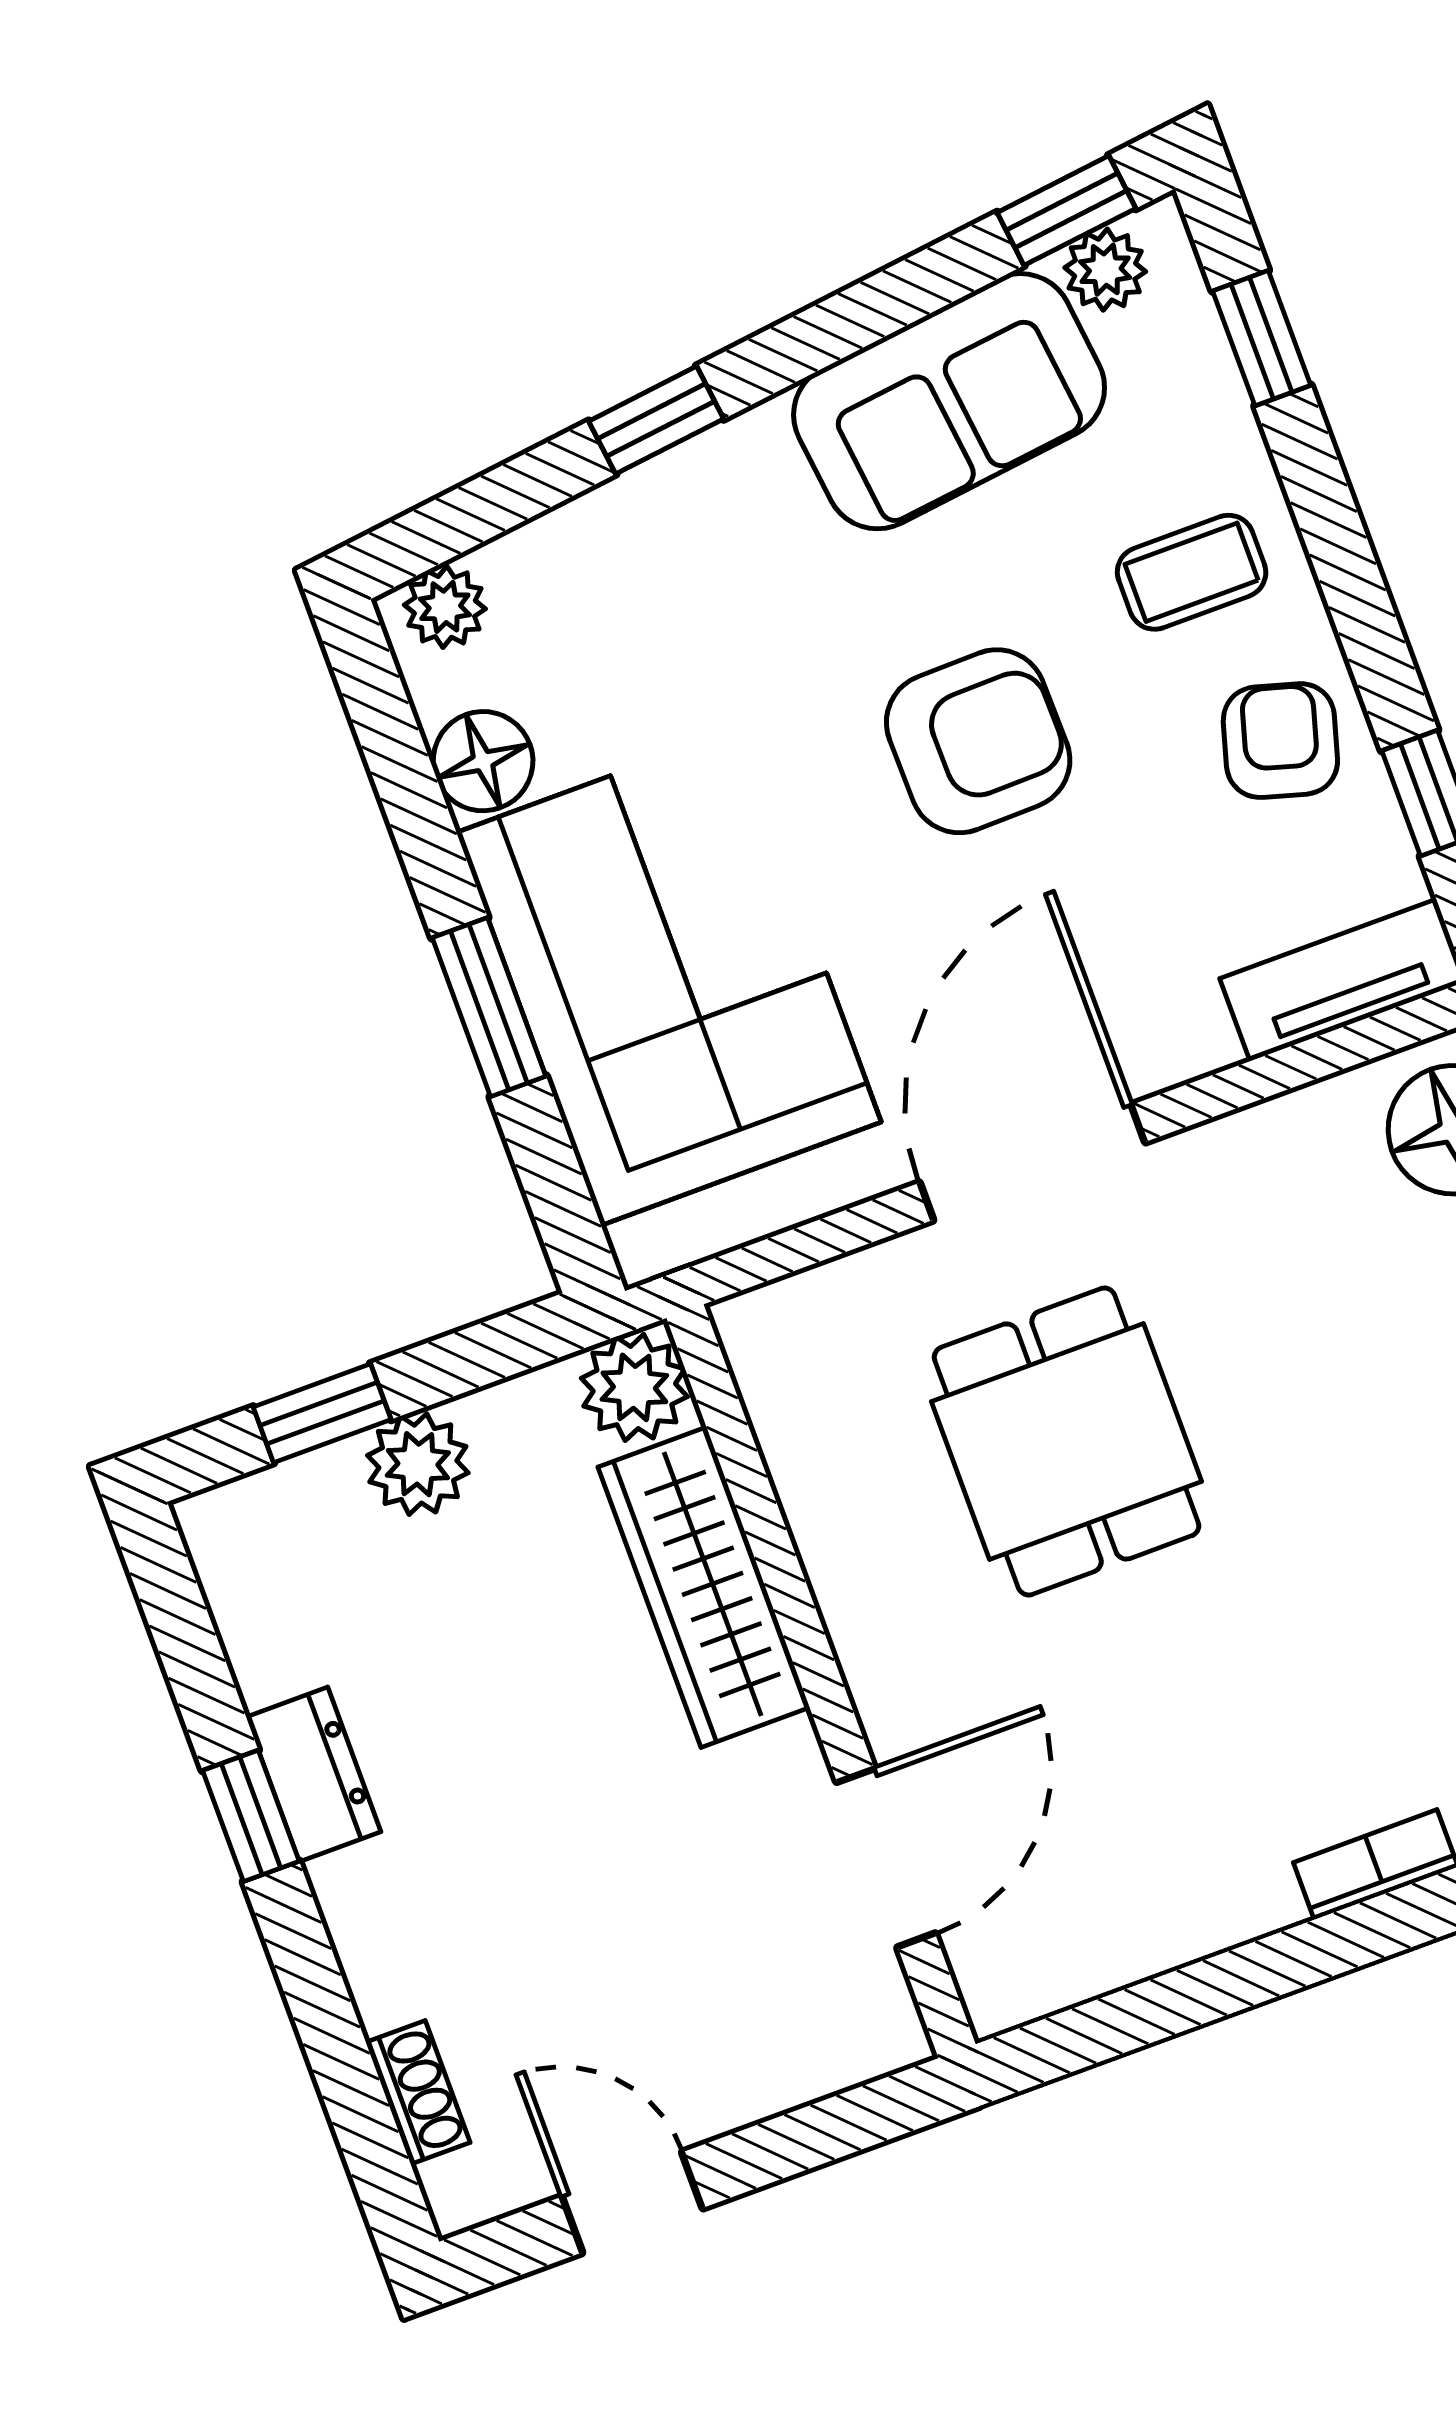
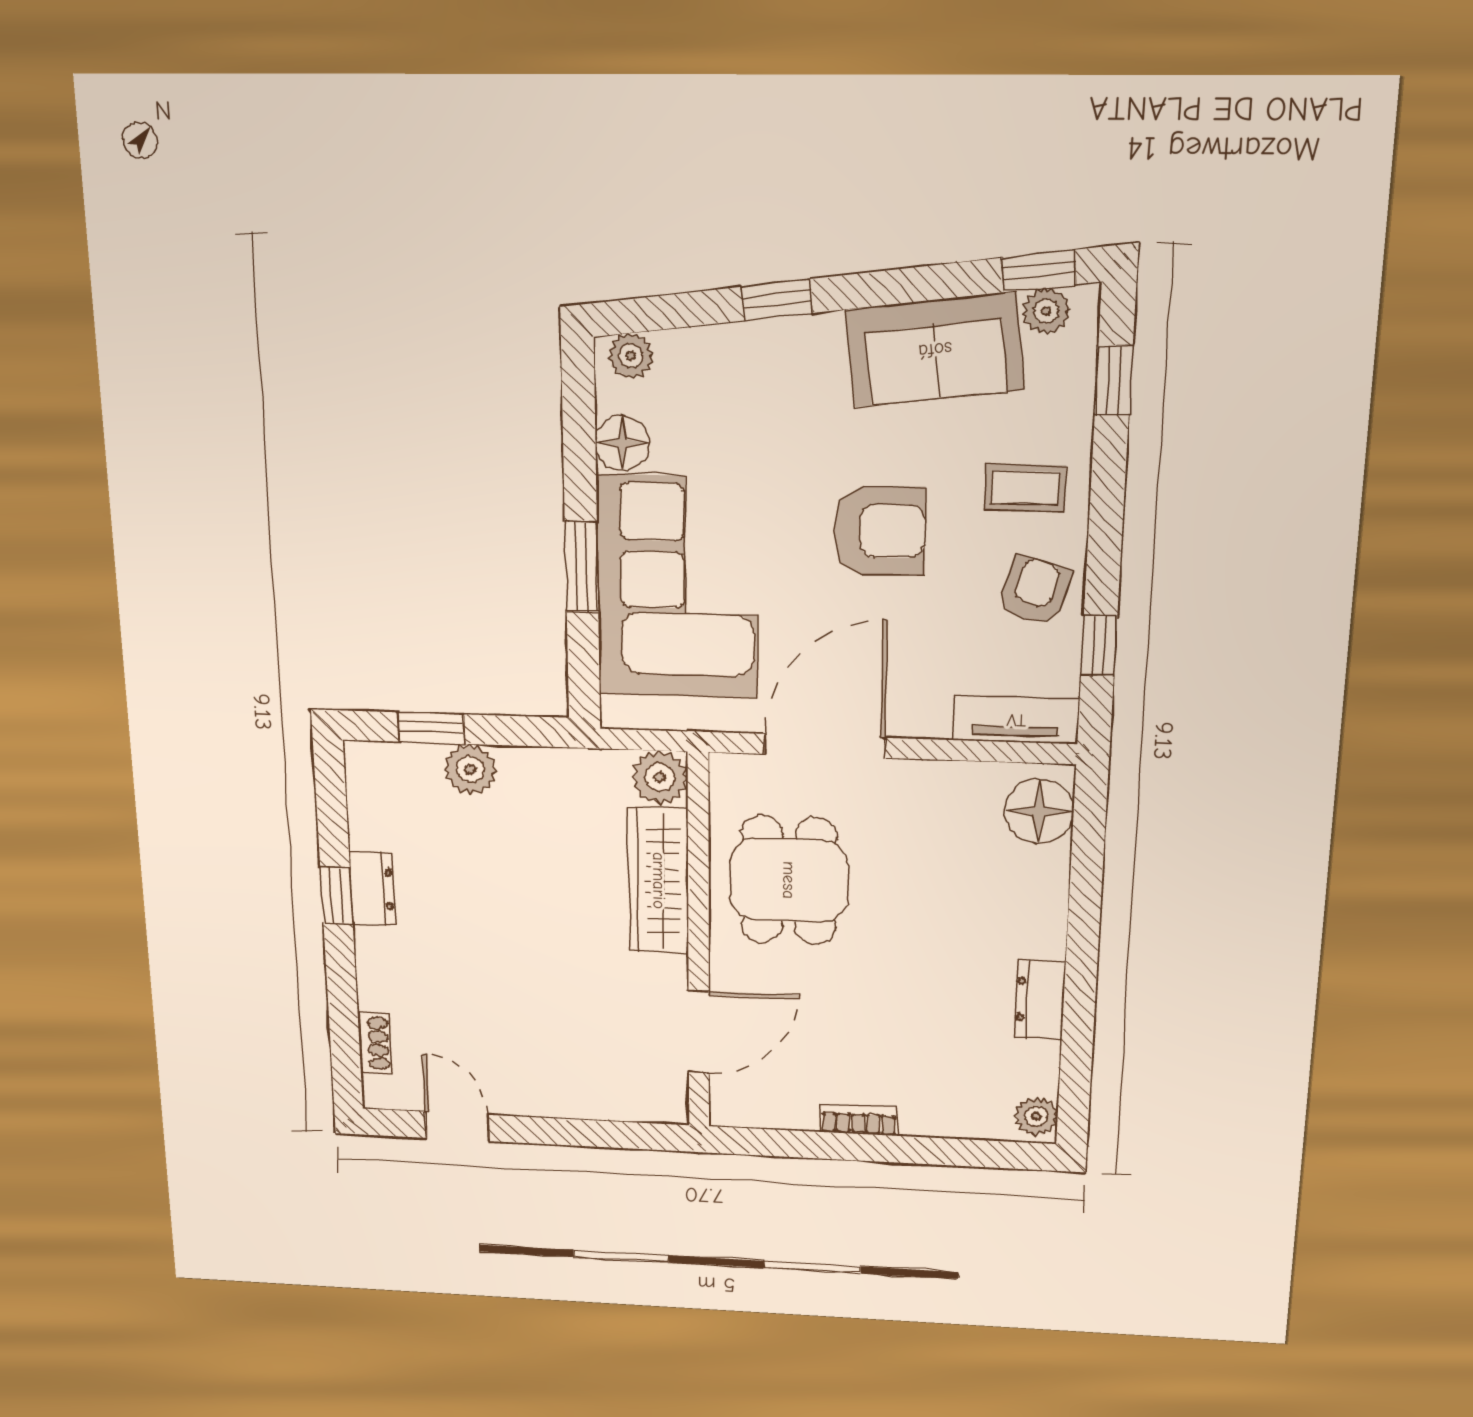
plant: (634, 1387) -> (660, 777), moved
wardrobe: (704, 1587) -> (659, 881), moved
wall: (821, 1681) -> (699, 944), moved
door: (886, 1858) -> (699, 1032), moved

